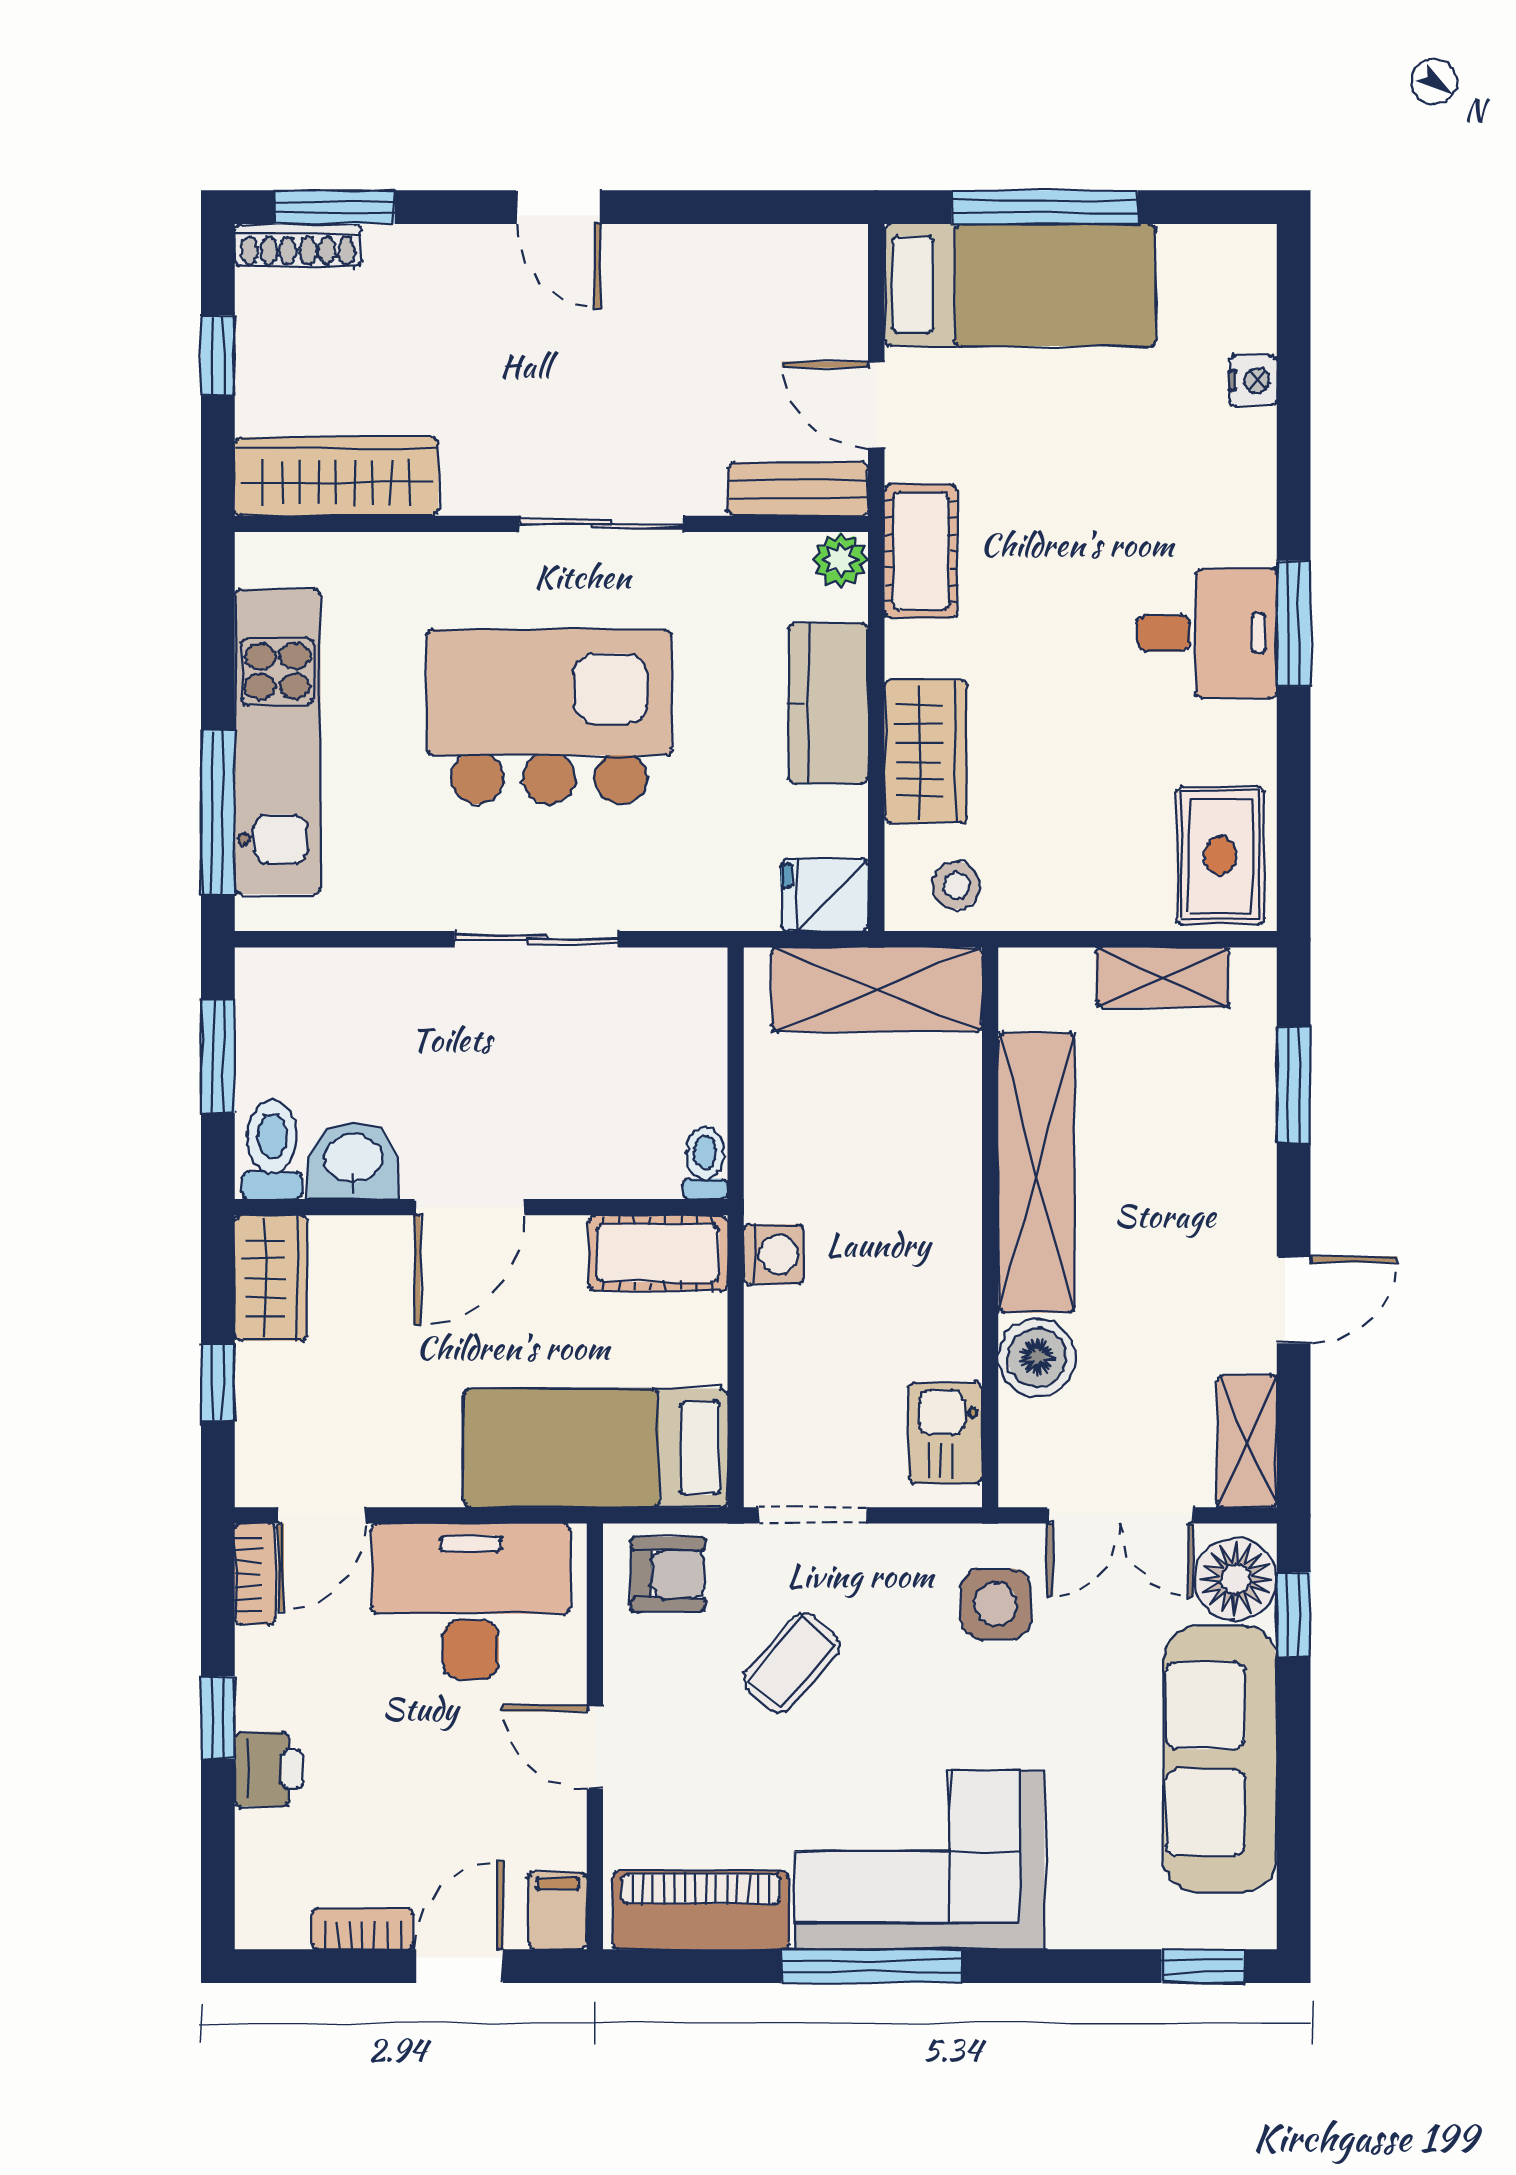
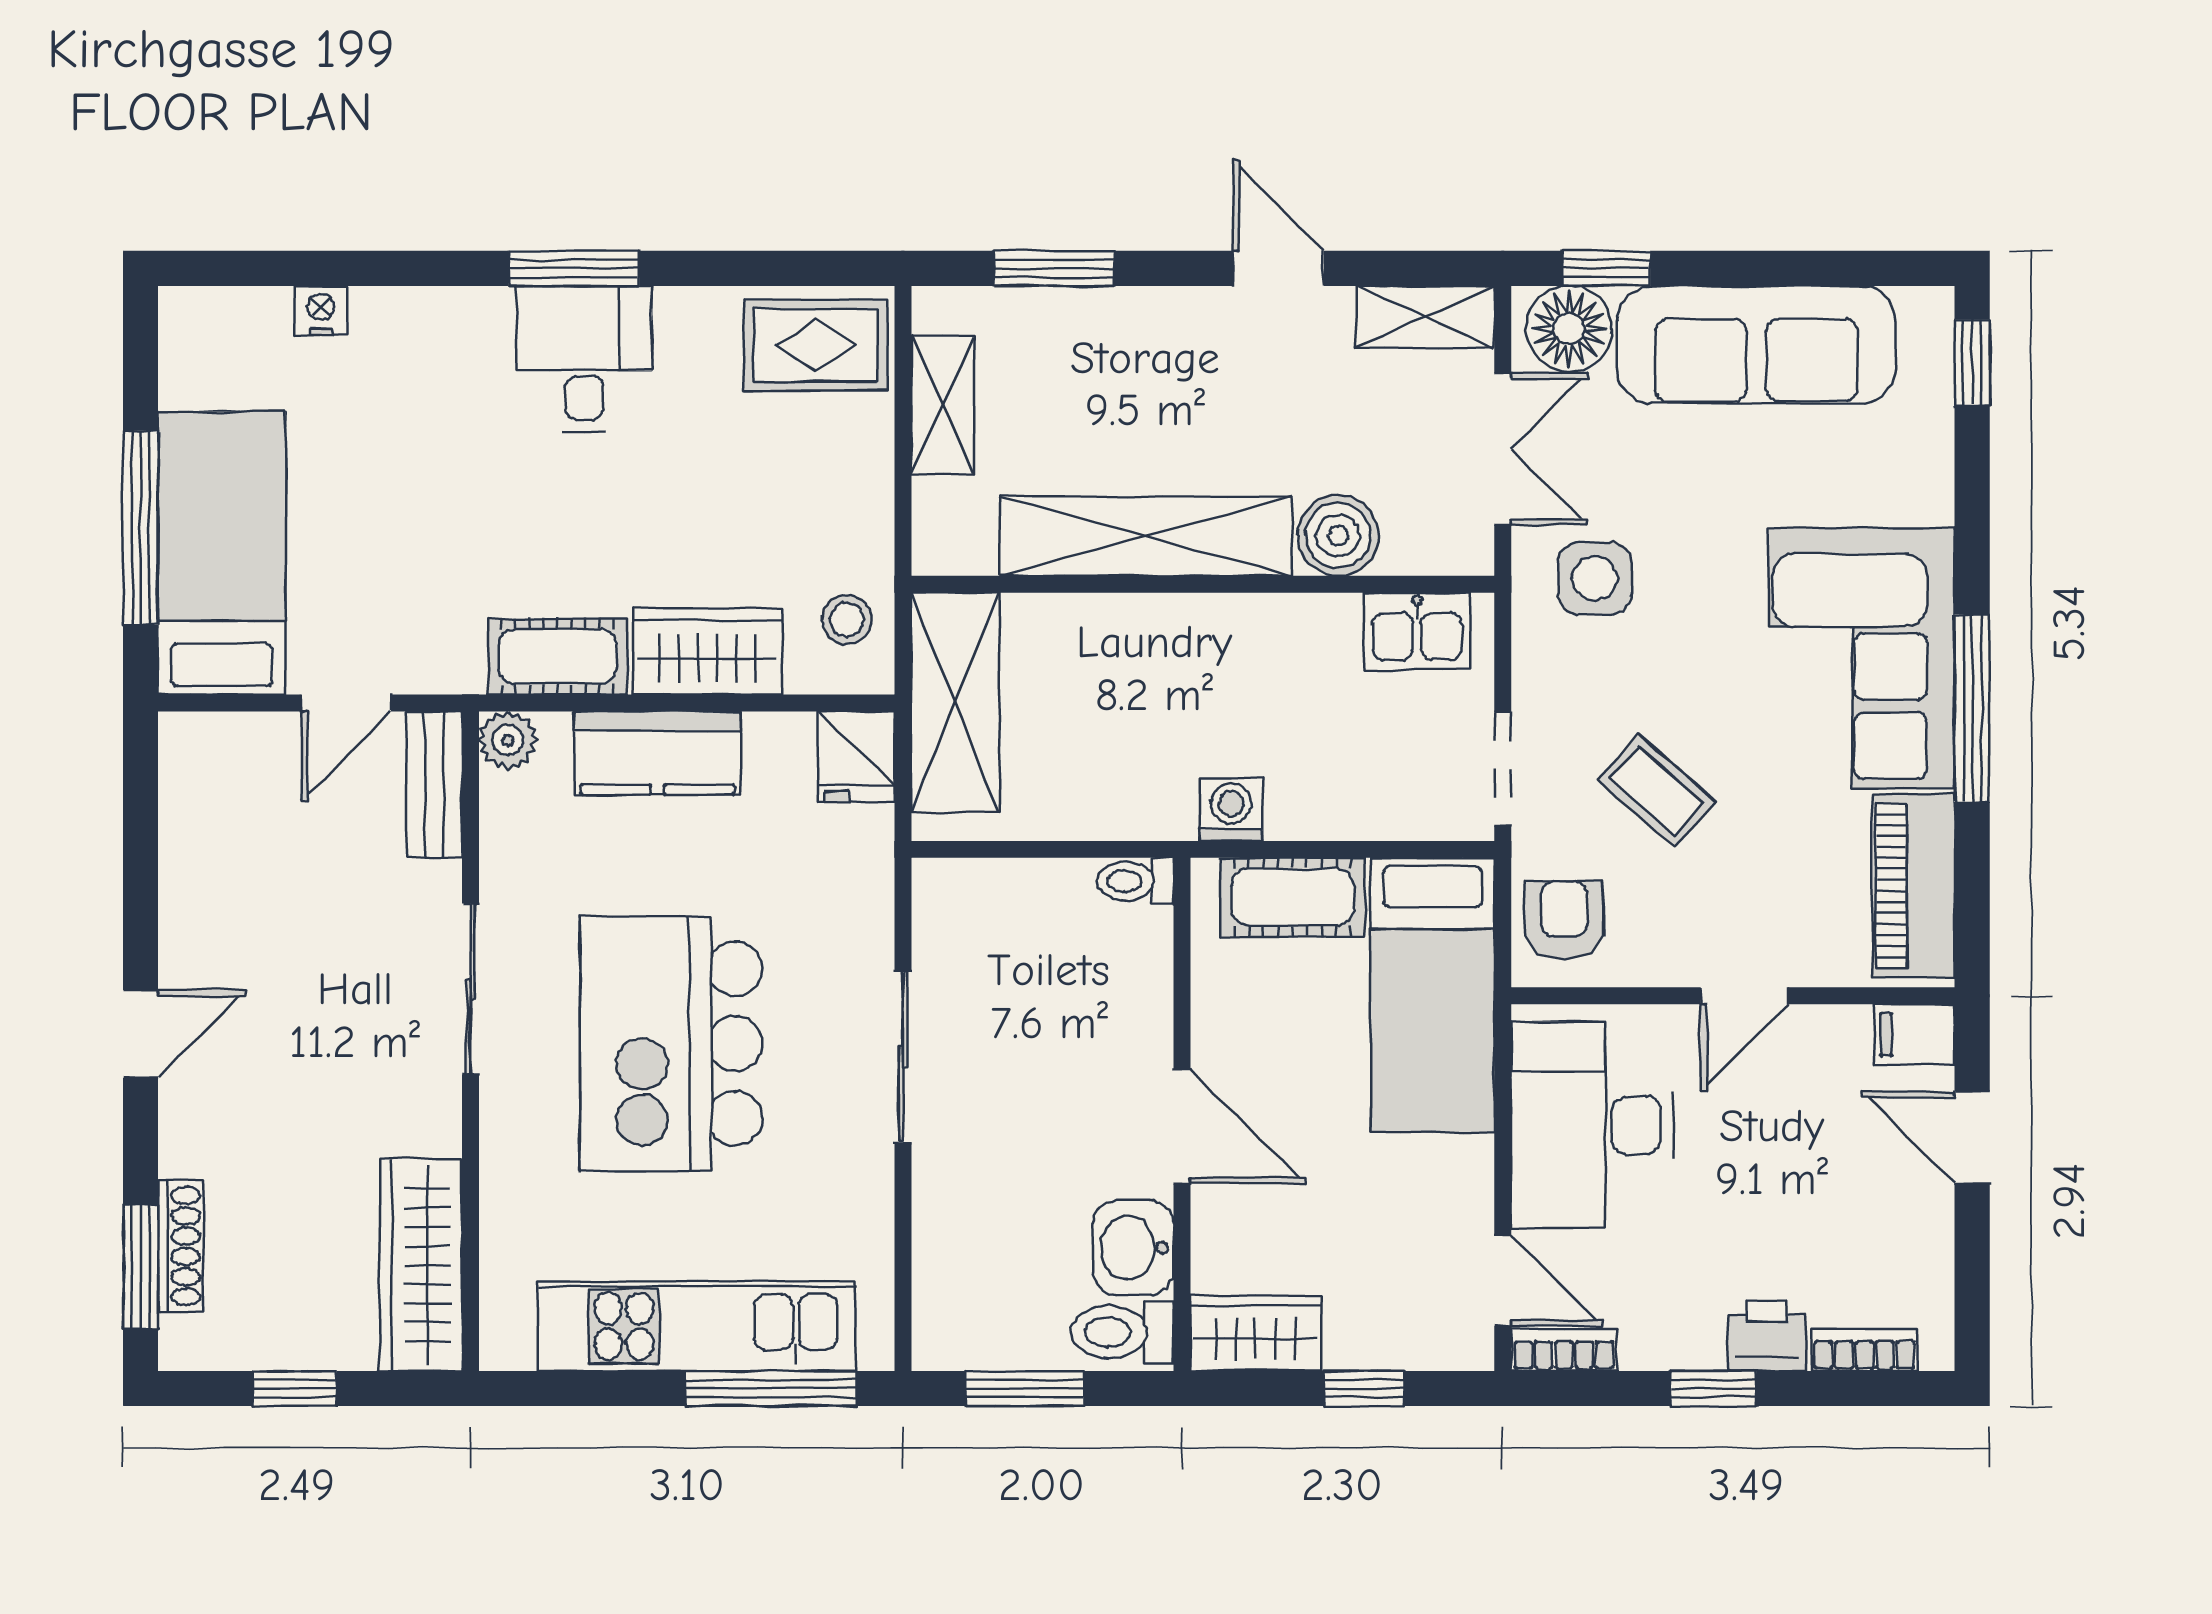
shoe rack: (298, 245) -> (180, 1246), moved
cot: (921, 551) -> (558, 656), moved
cot: (658, 1253) -> (1293, 897), moved, turned 90
bookcase: (363, 1929) -> (1864, 1350), moved, turned 90

